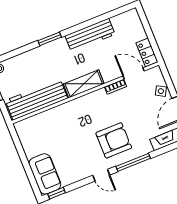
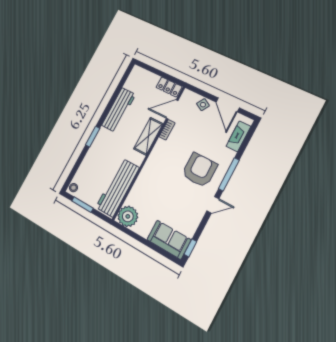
shelving: (84, 84) -> (148, 136), moved
plant: (26, 130) -> (128, 216), added

